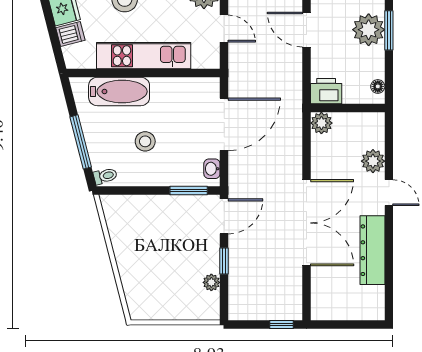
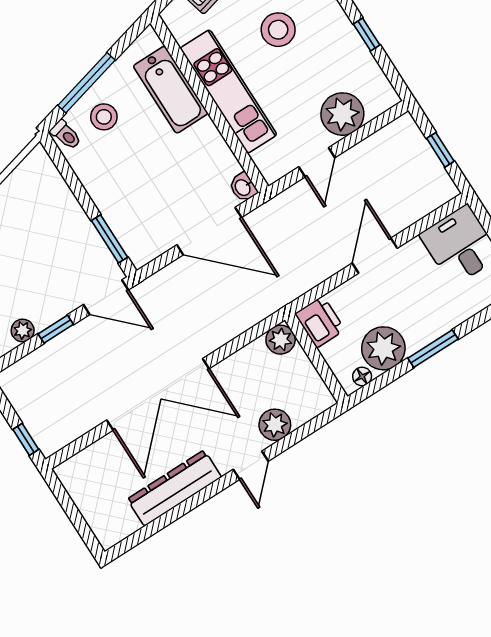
plant: (369, 30) -> (383, 348), moved
stool: (145, 141) -> (104, 117), moved
washbasin: (212, 169) -> (243, 187), moved, turned -90

